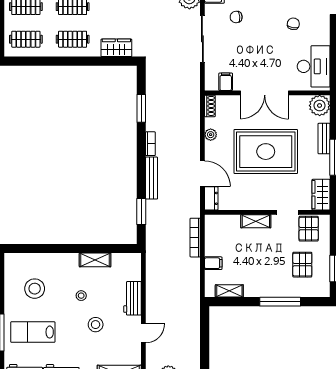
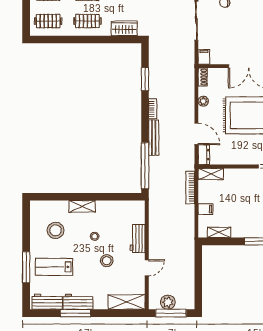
filing cabinet: (226, 82) -> (204, 57), moved
window: (141, 212) -> (145, 166), width x2.11
shelving: (256, 221) -> (211, 174), moved
shelving: (95, 260) -> (82, 206), moved

